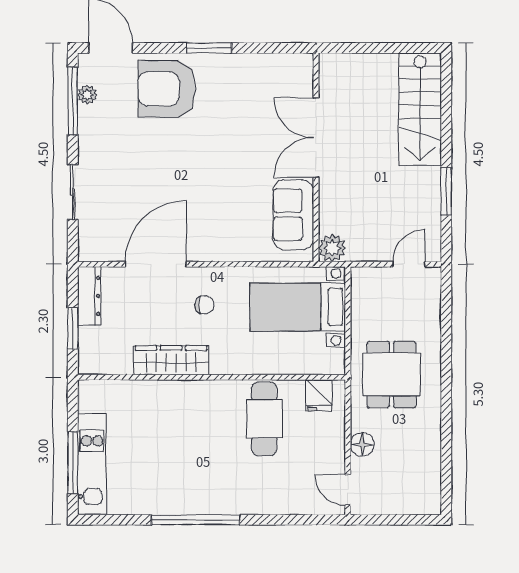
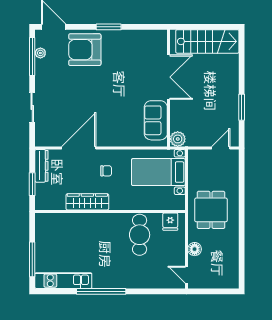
stairs: (420, 109) -> (207, 41), moved, turned -90
double door: (316, 138) -> (169, 77), swing flipped
kitchen unit: (92, 464) -> (63, 281), moved, turned -90

